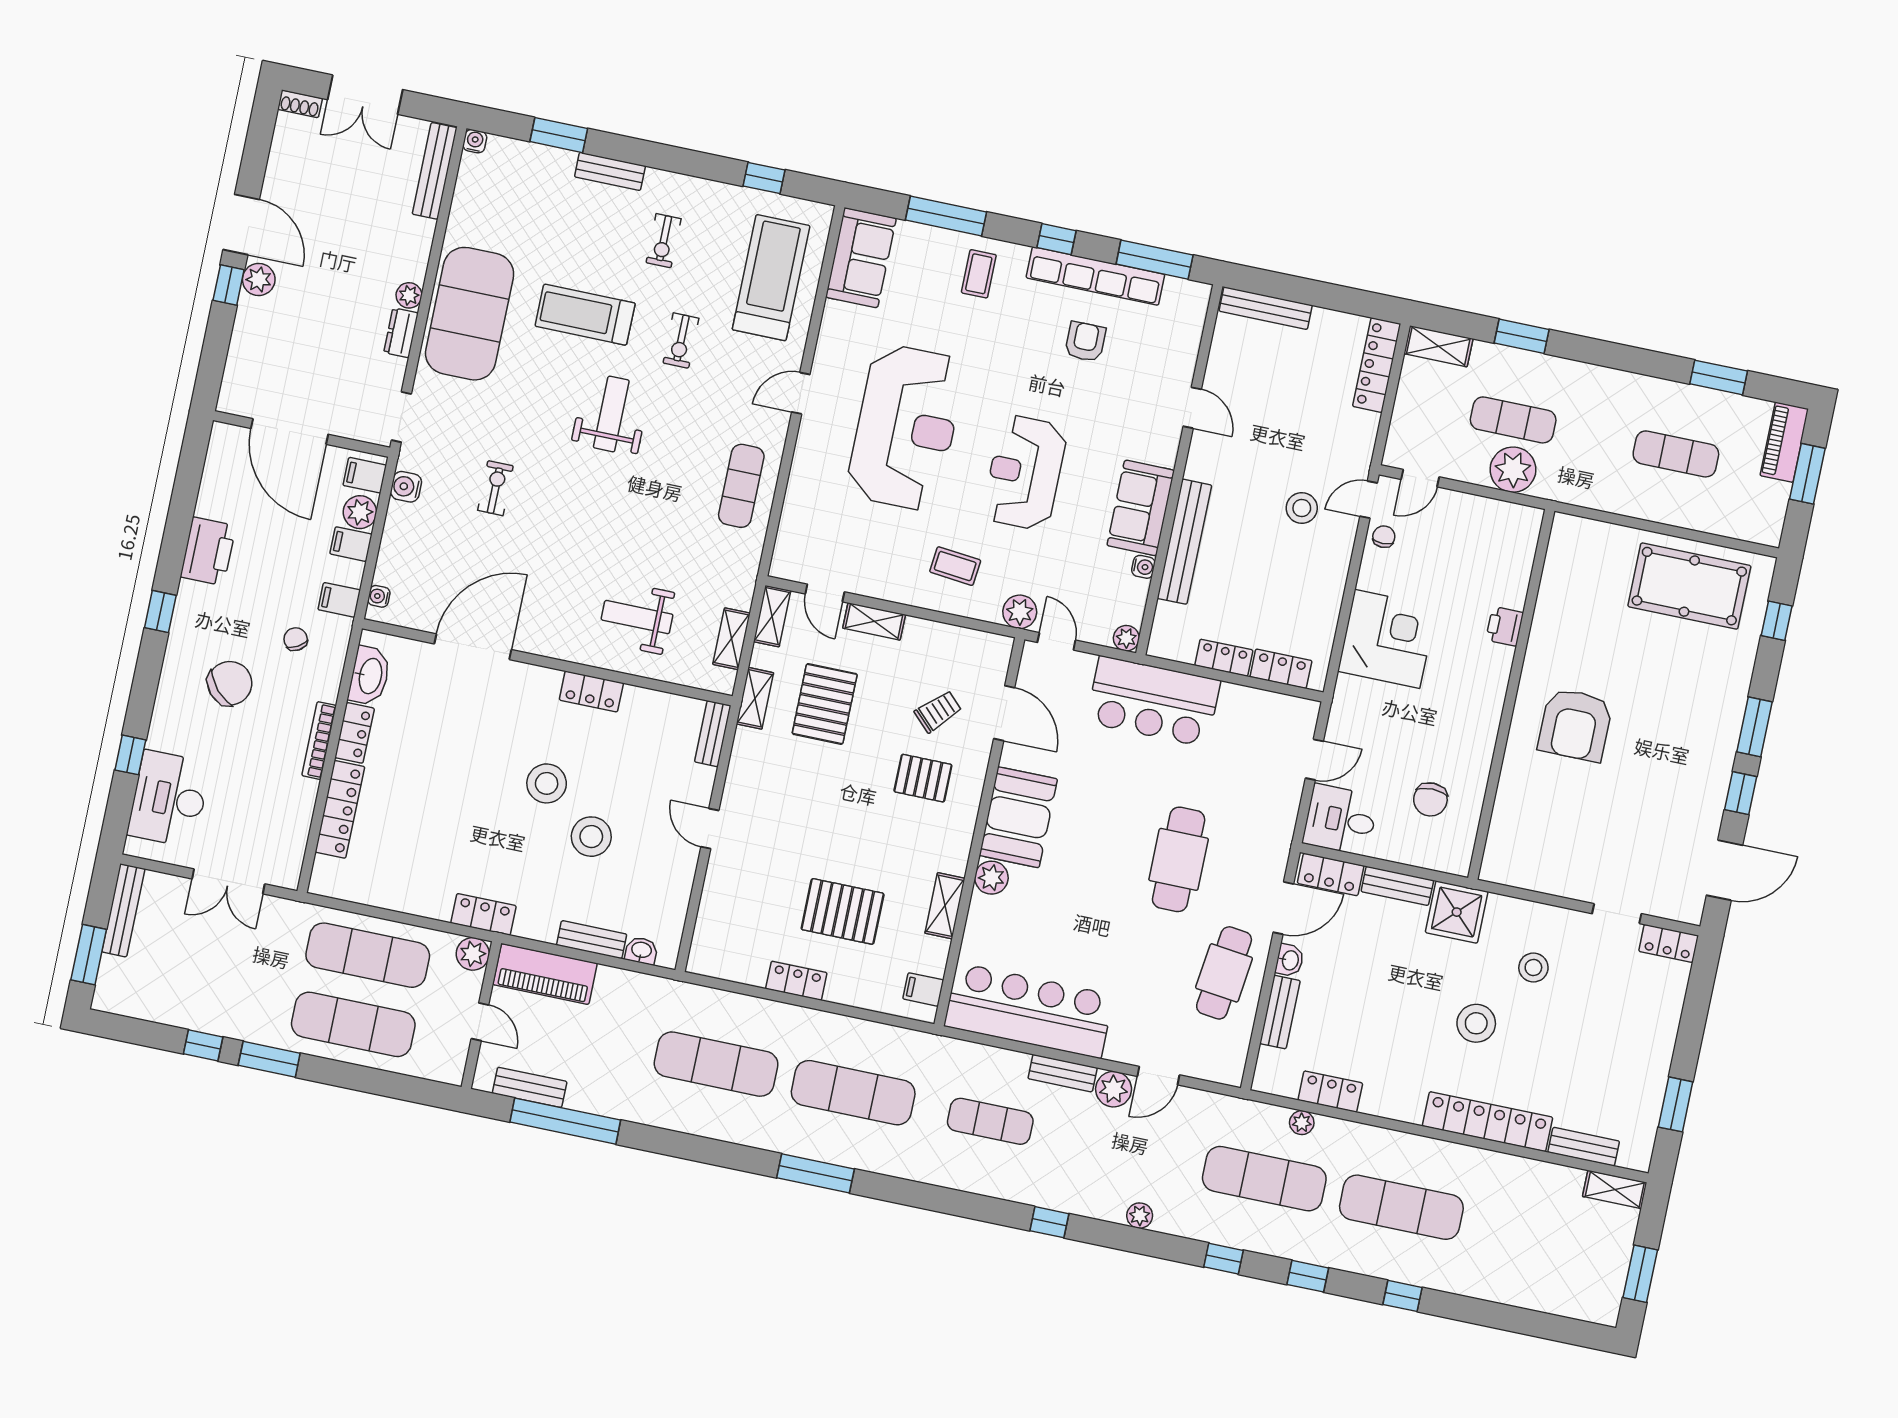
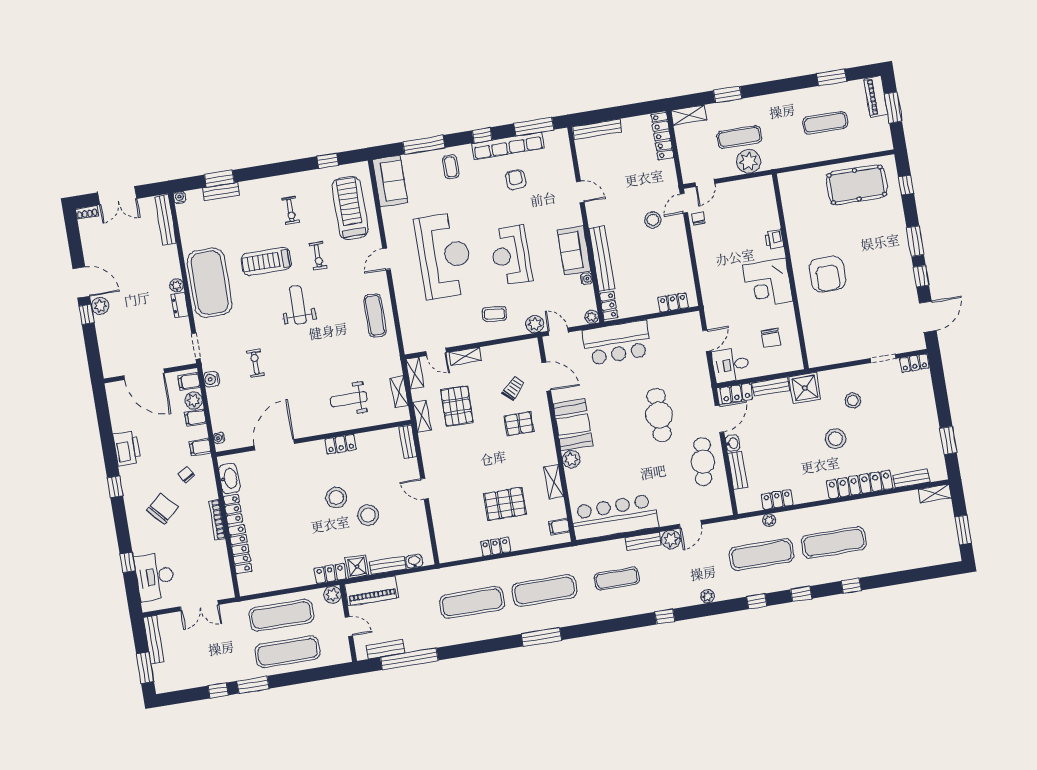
bench: (610, 171) -> (221, 192), moved
corner desk: (1387, 639) -> (768, 283), moved, turned 180
locker: (1224, 658) -> (609, 306), moved, turned 90
shower: (536, 921) -> (357, 567), added

